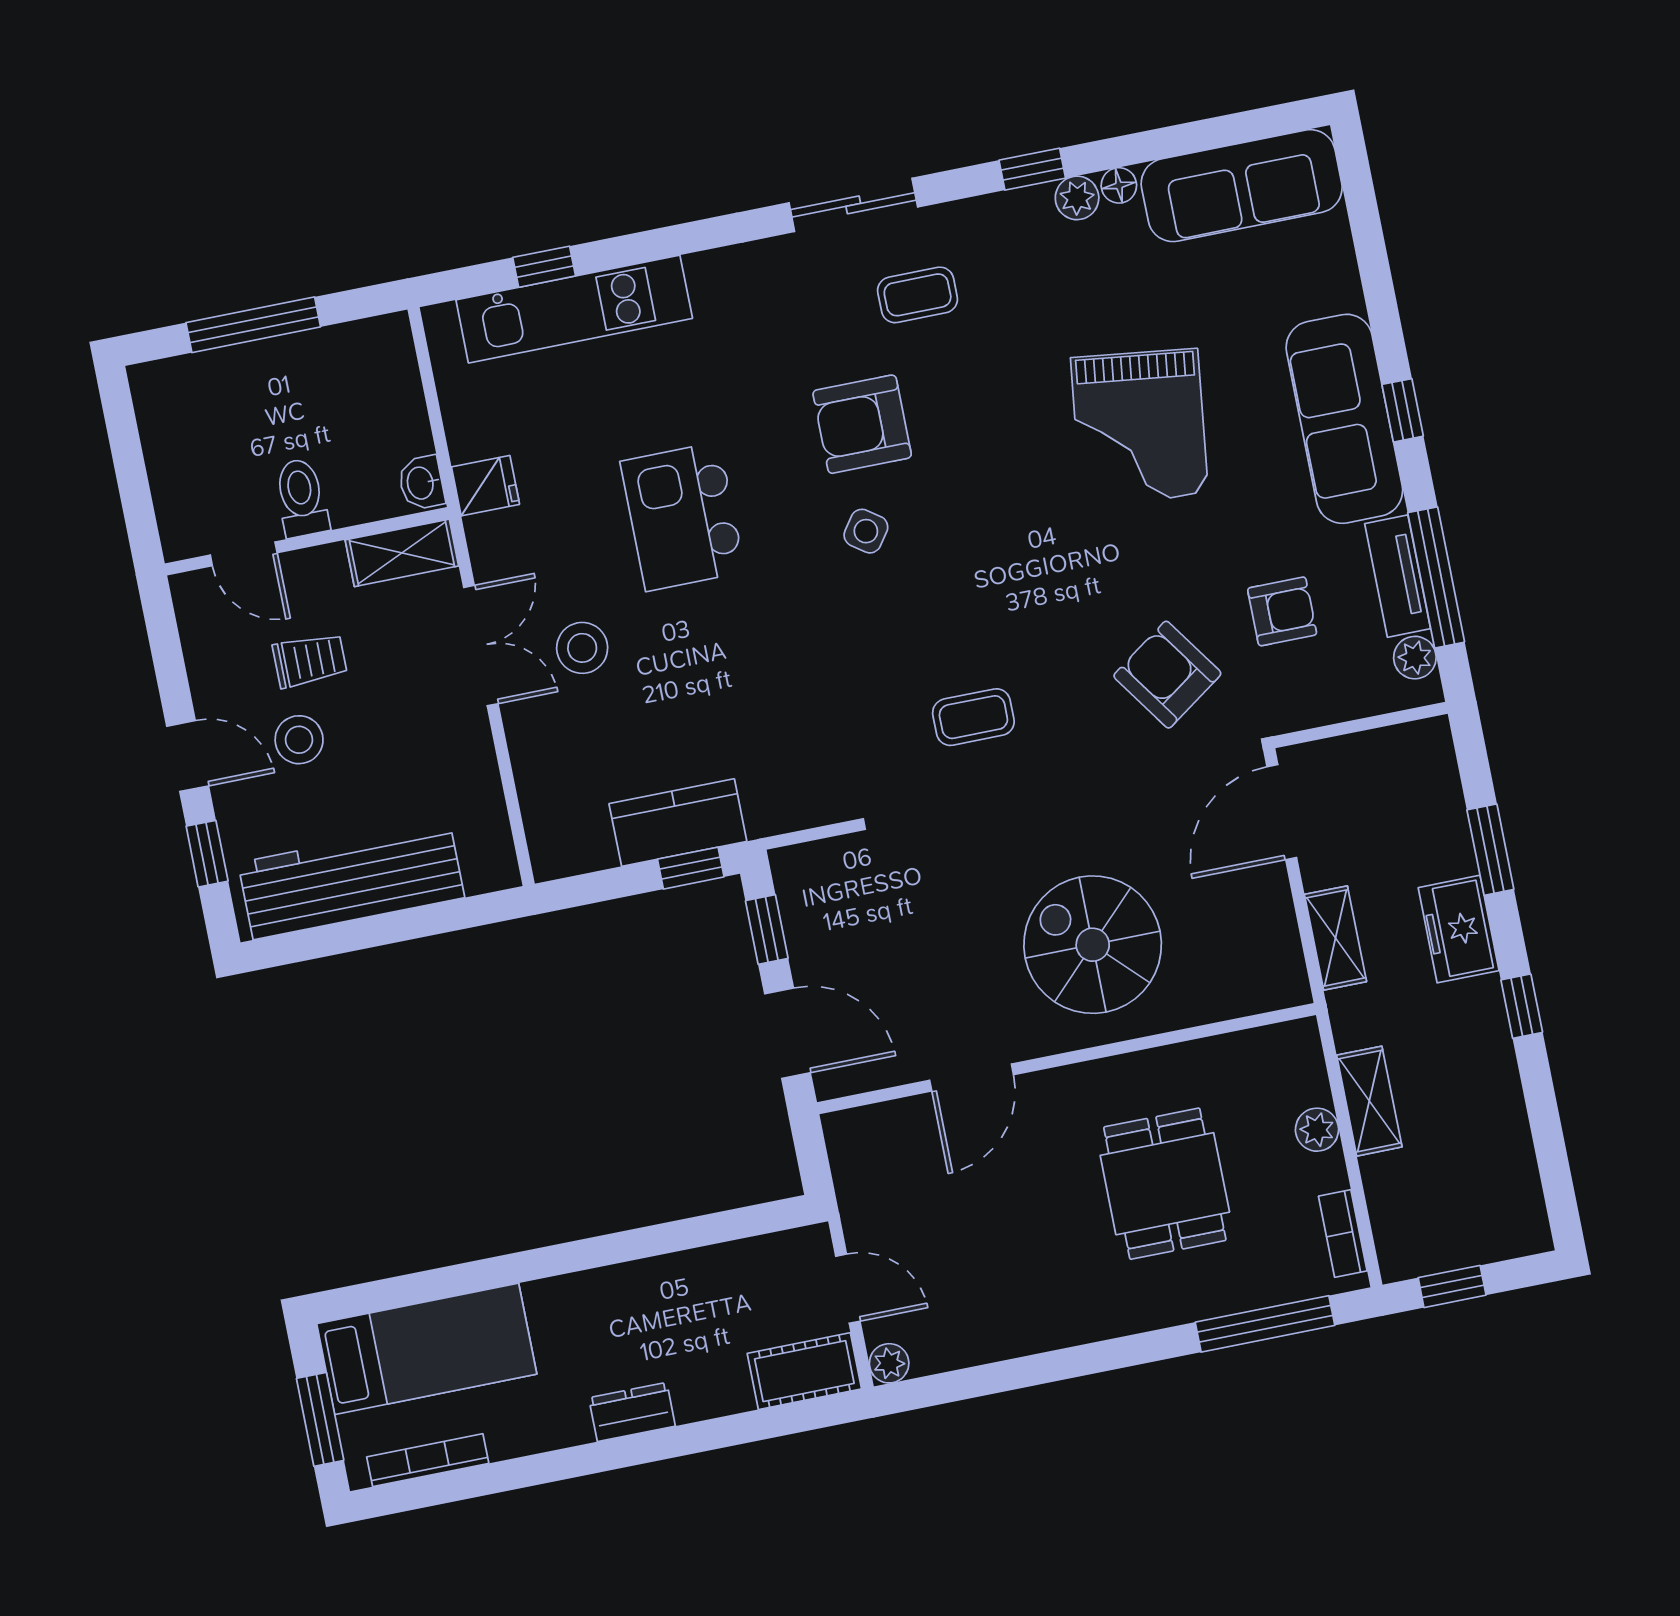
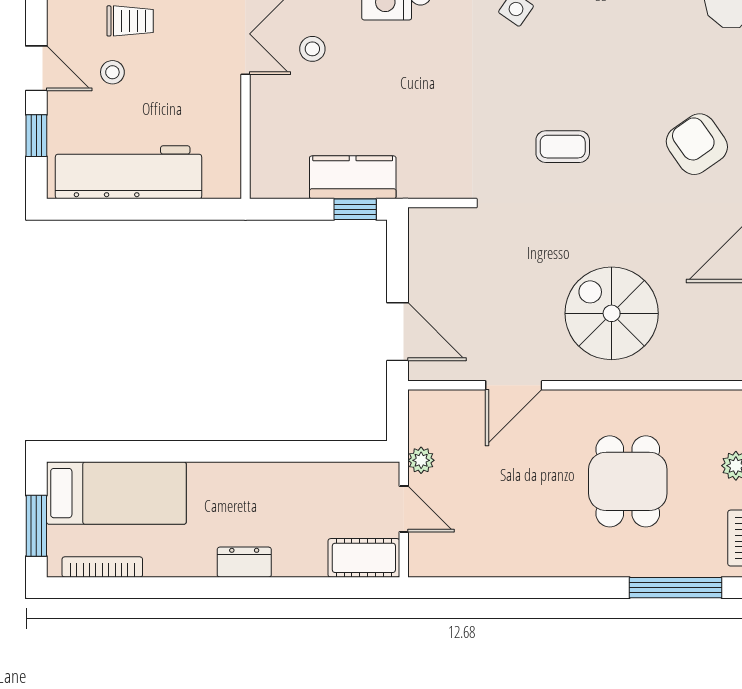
stool: (582, 648) -> (312, 49), width x0.73, depth x0.73
stool: (299, 740) -> (112, 72), width x0.73, depth x0.73
window: (767, 930) -> (397, 260), removed
plant: (889, 1363) -> (421, 460), moved

